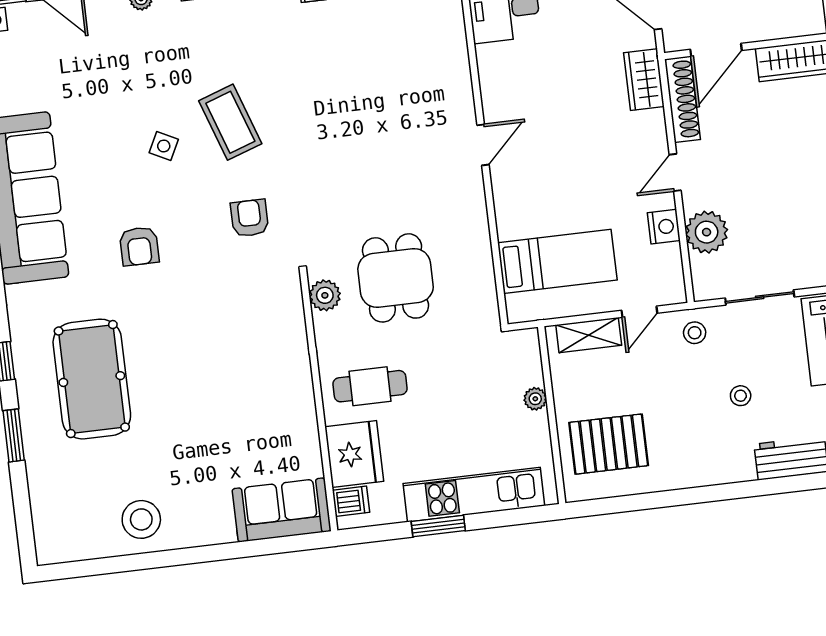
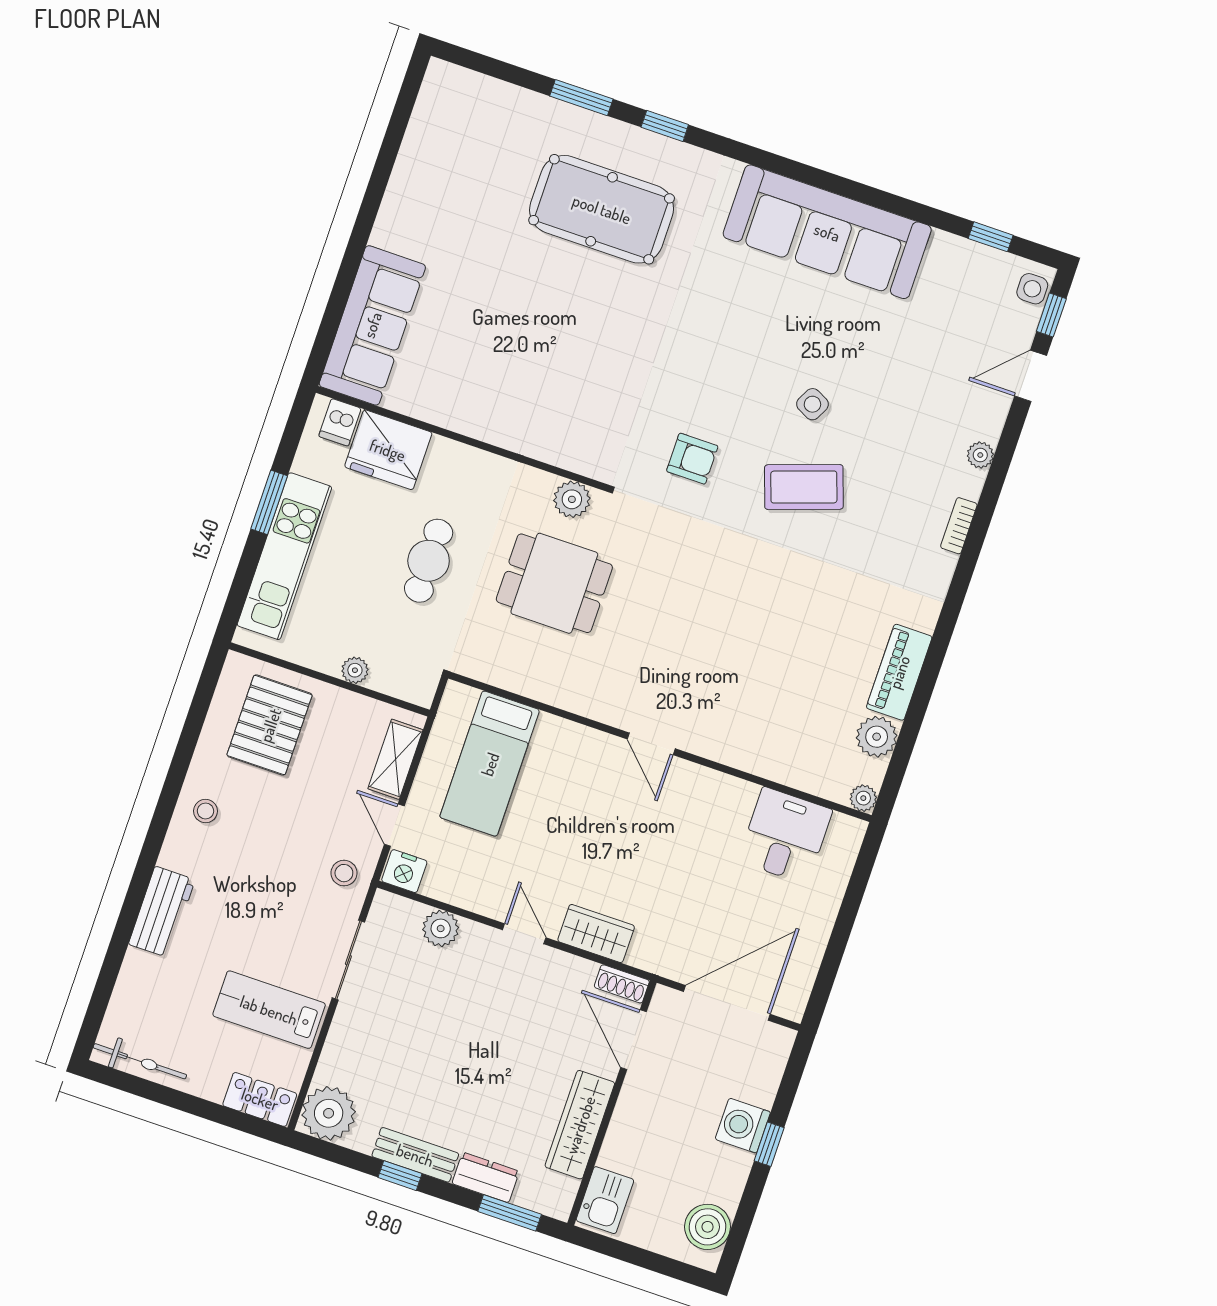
wardrobe: (644, 80) -> (596, 934), moved
shoe rack: (682, 99) -> (622, 984), width x0.51, depth x0.81
nightstand: (664, 227) -> (404, 871), moved
plant: (707, 232) -> (441, 928), width x0.73, depth x0.73
armchair: (139, 246) -> (719, 327), removed
cafe table: (370, 386) -> (429, 561), moved
stool: (741, 396) -> (206, 811), moved
sofa: (282, 510) -> (372, 325), width x1.36
stool: (141, 519) -> (427, 190), removed

